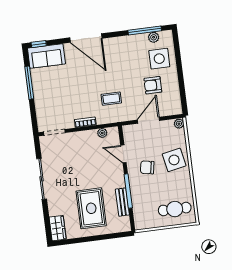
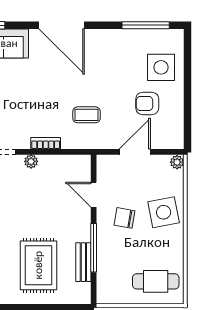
plant: (154, 37) -> (157, 36), removed
plant: (102, 133) -> (31, 161), moved

